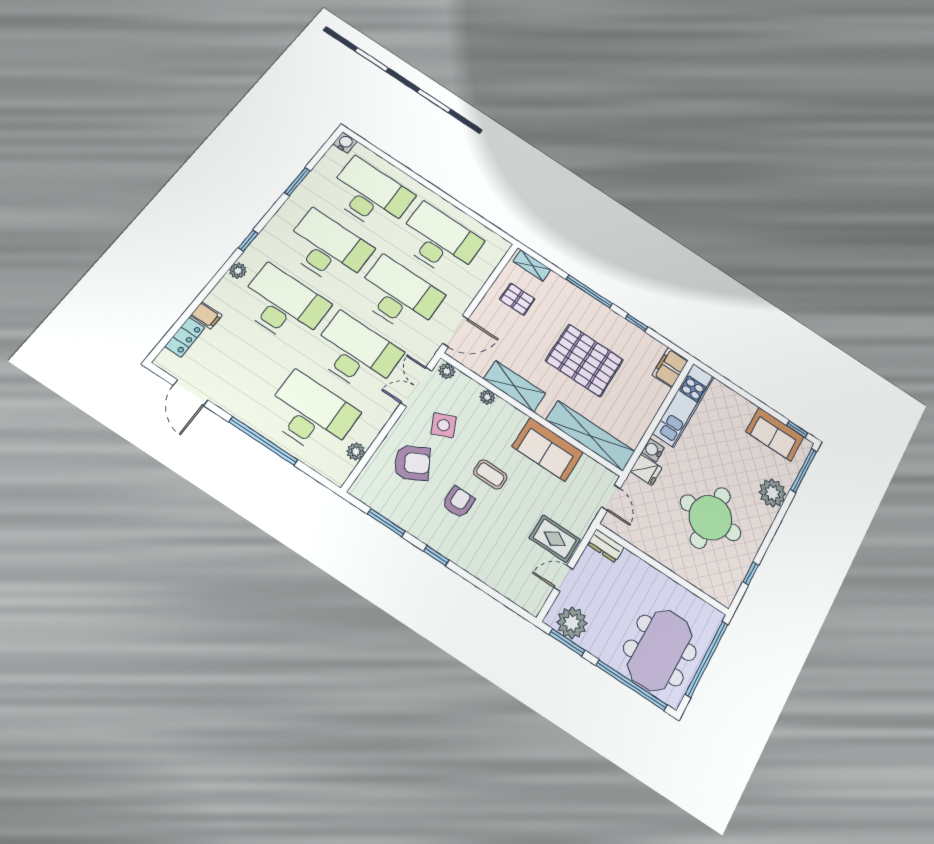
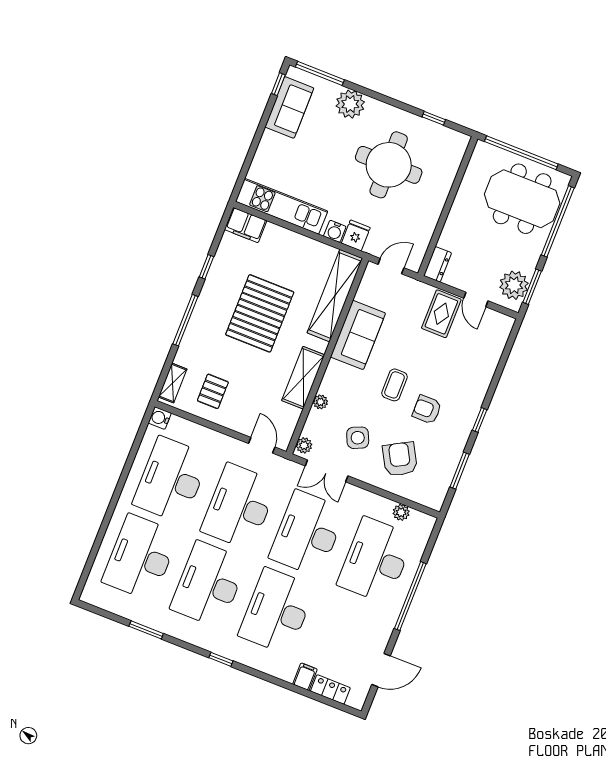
water cooler: (345, 143) -> (160, 418), moved
plant: (238, 271) -> (254, 661), removed
door: (455, 331) -> (262, 445), width x0.73

